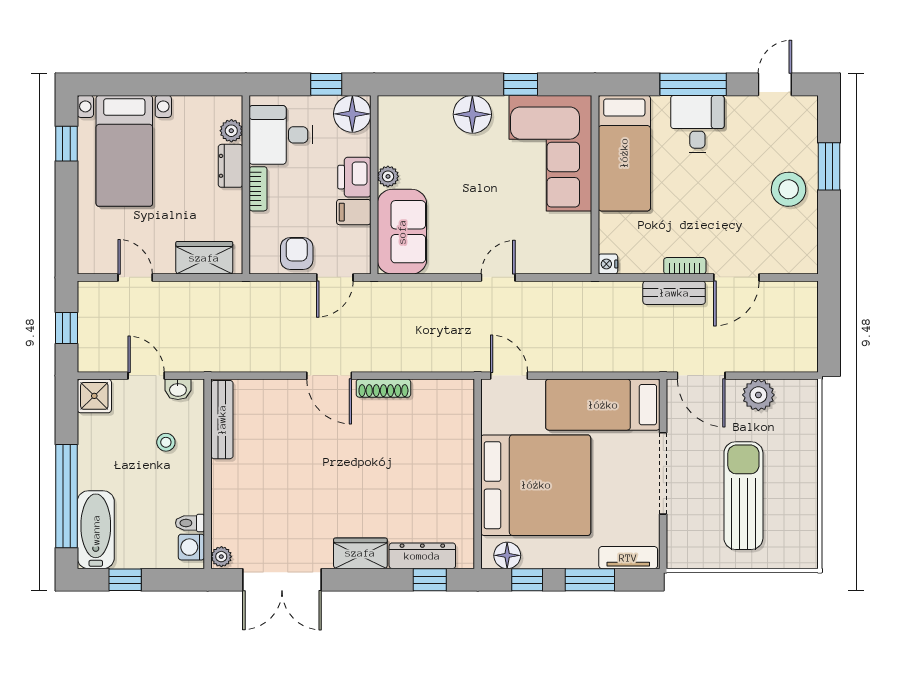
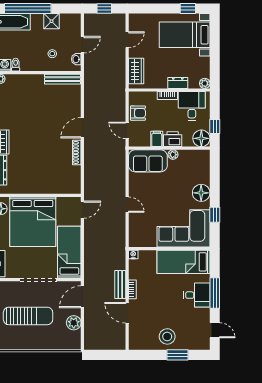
plant: (231, 131) -> (205, 83), moved
shower: (94, 396) -> (52, 21), moved

